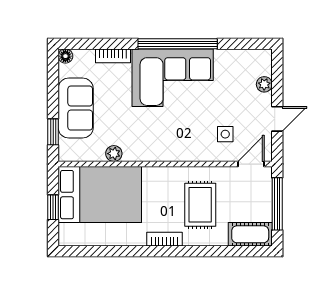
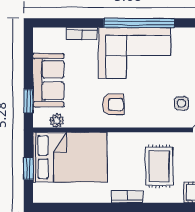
floor lamp: (65, 56) -> (39, 34), removed
armchair: (148, 135) -> (113, 104), added
plant: (114, 154) -> (57, 121), moved

